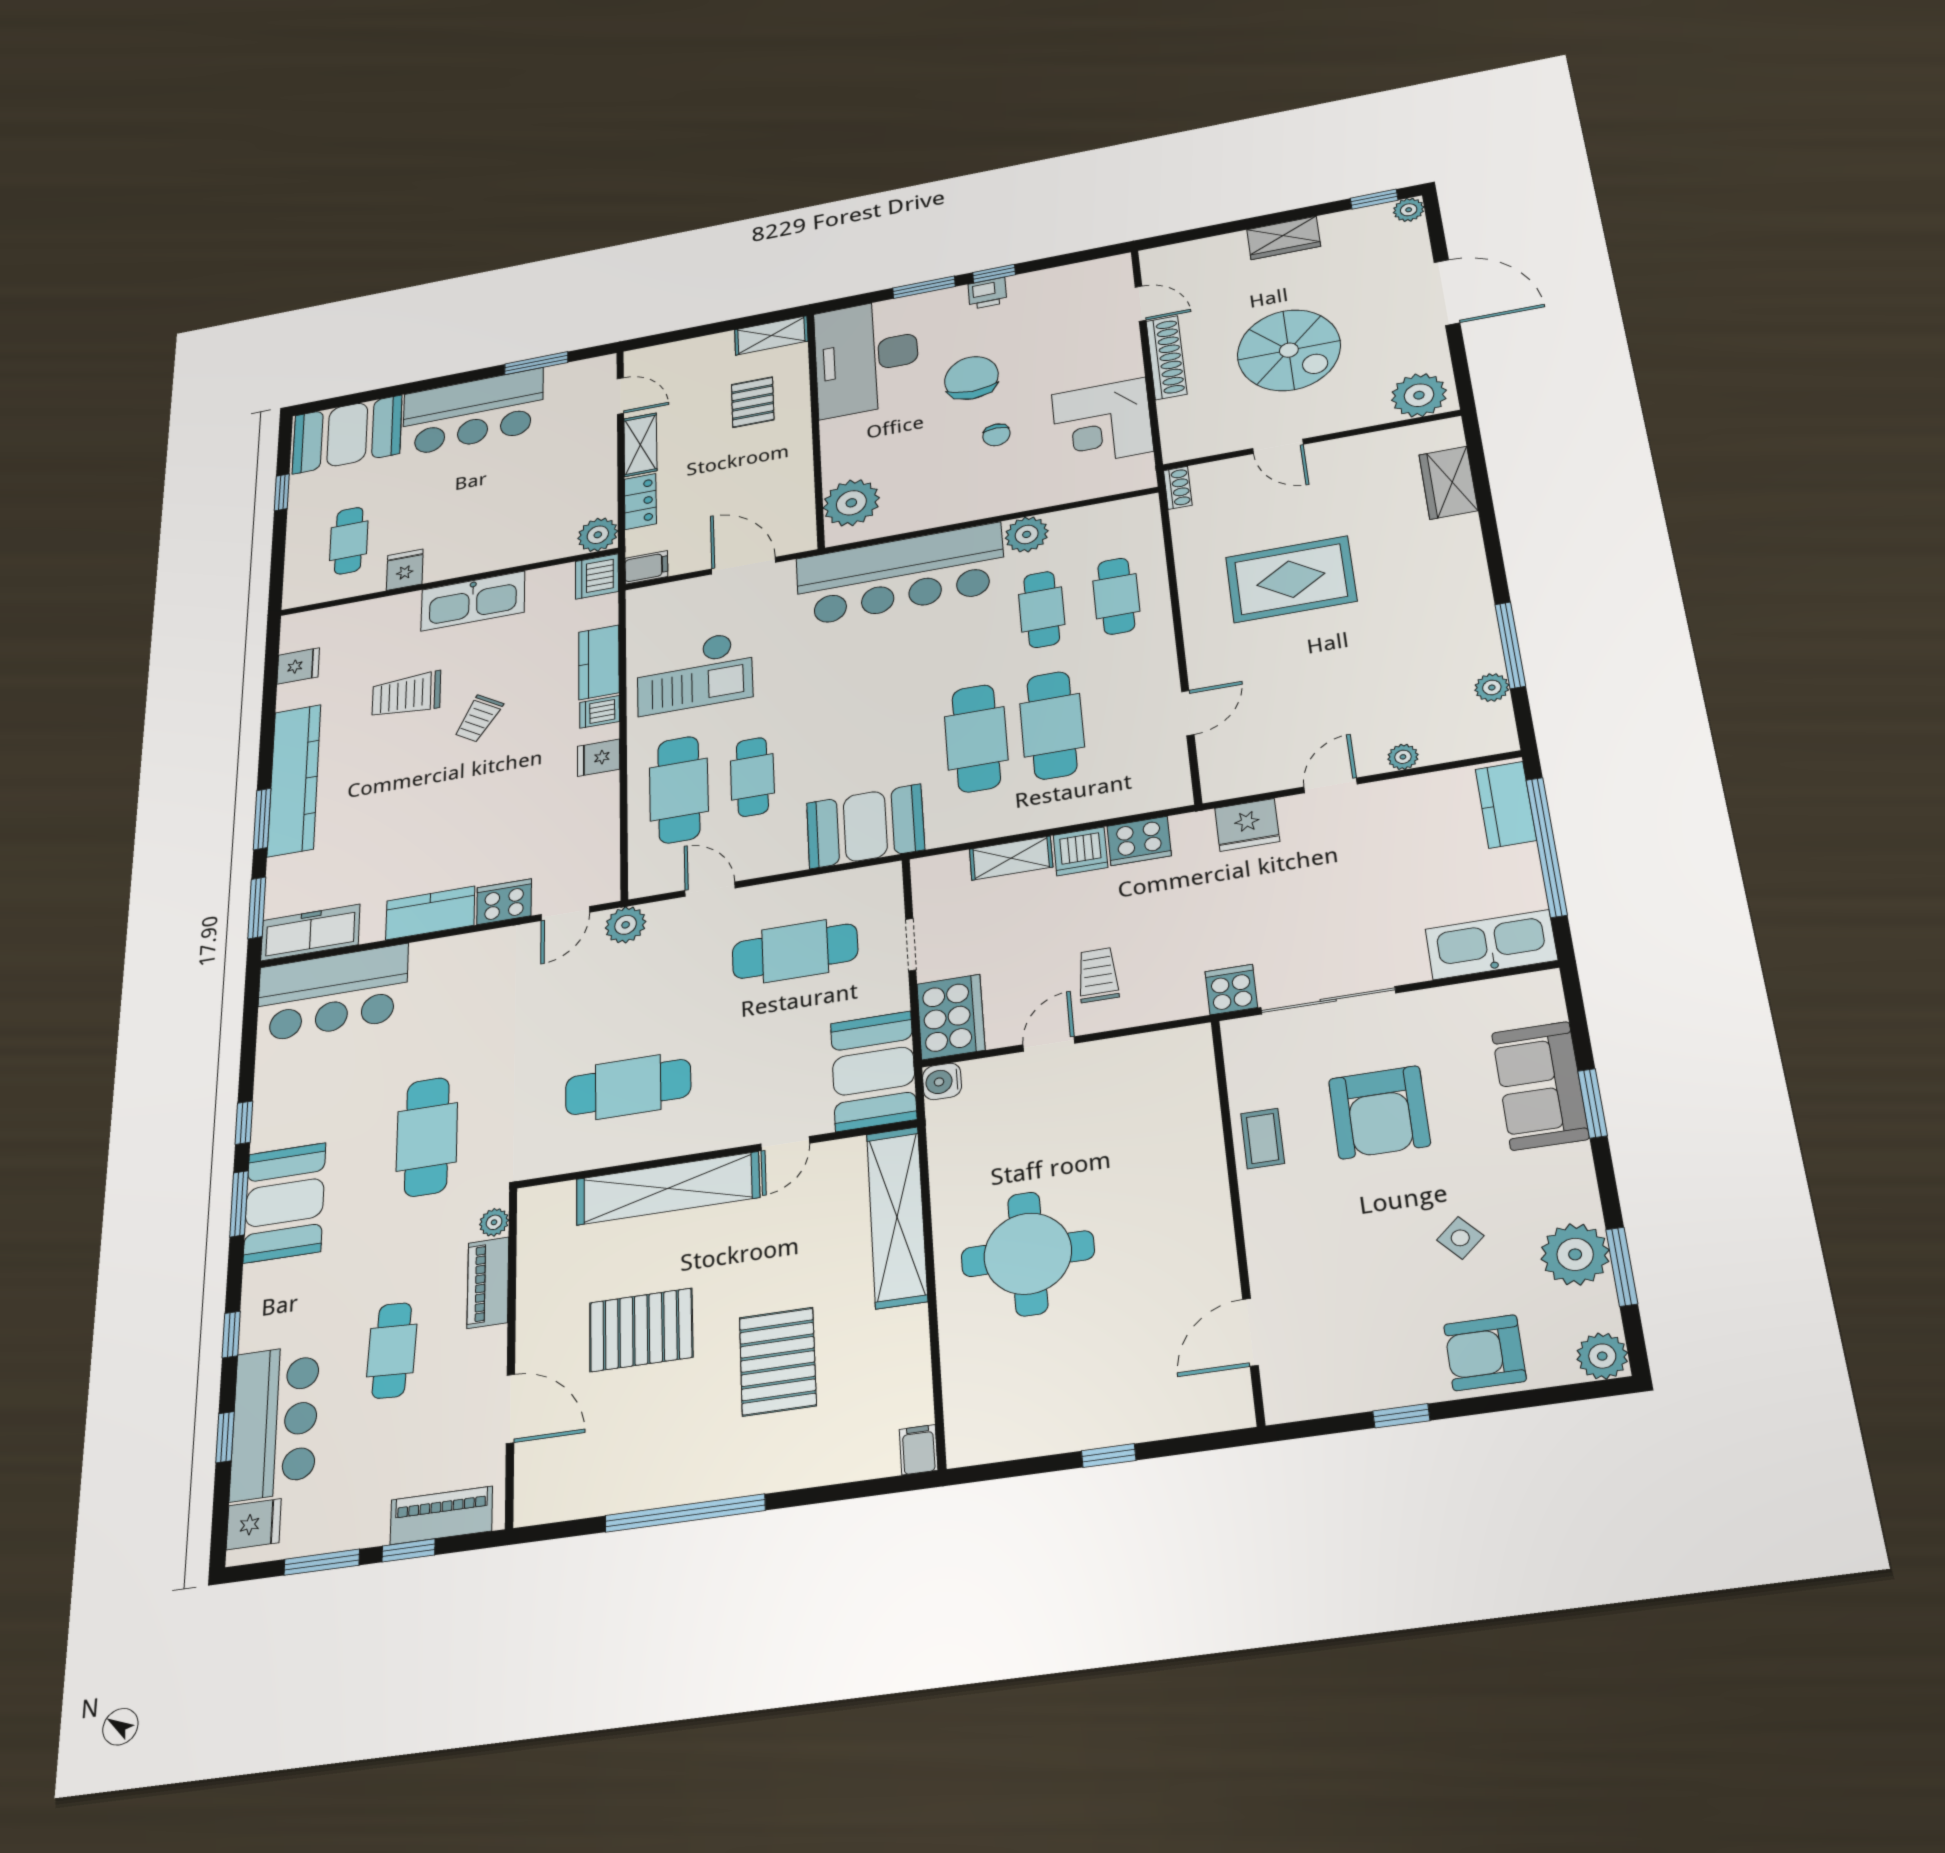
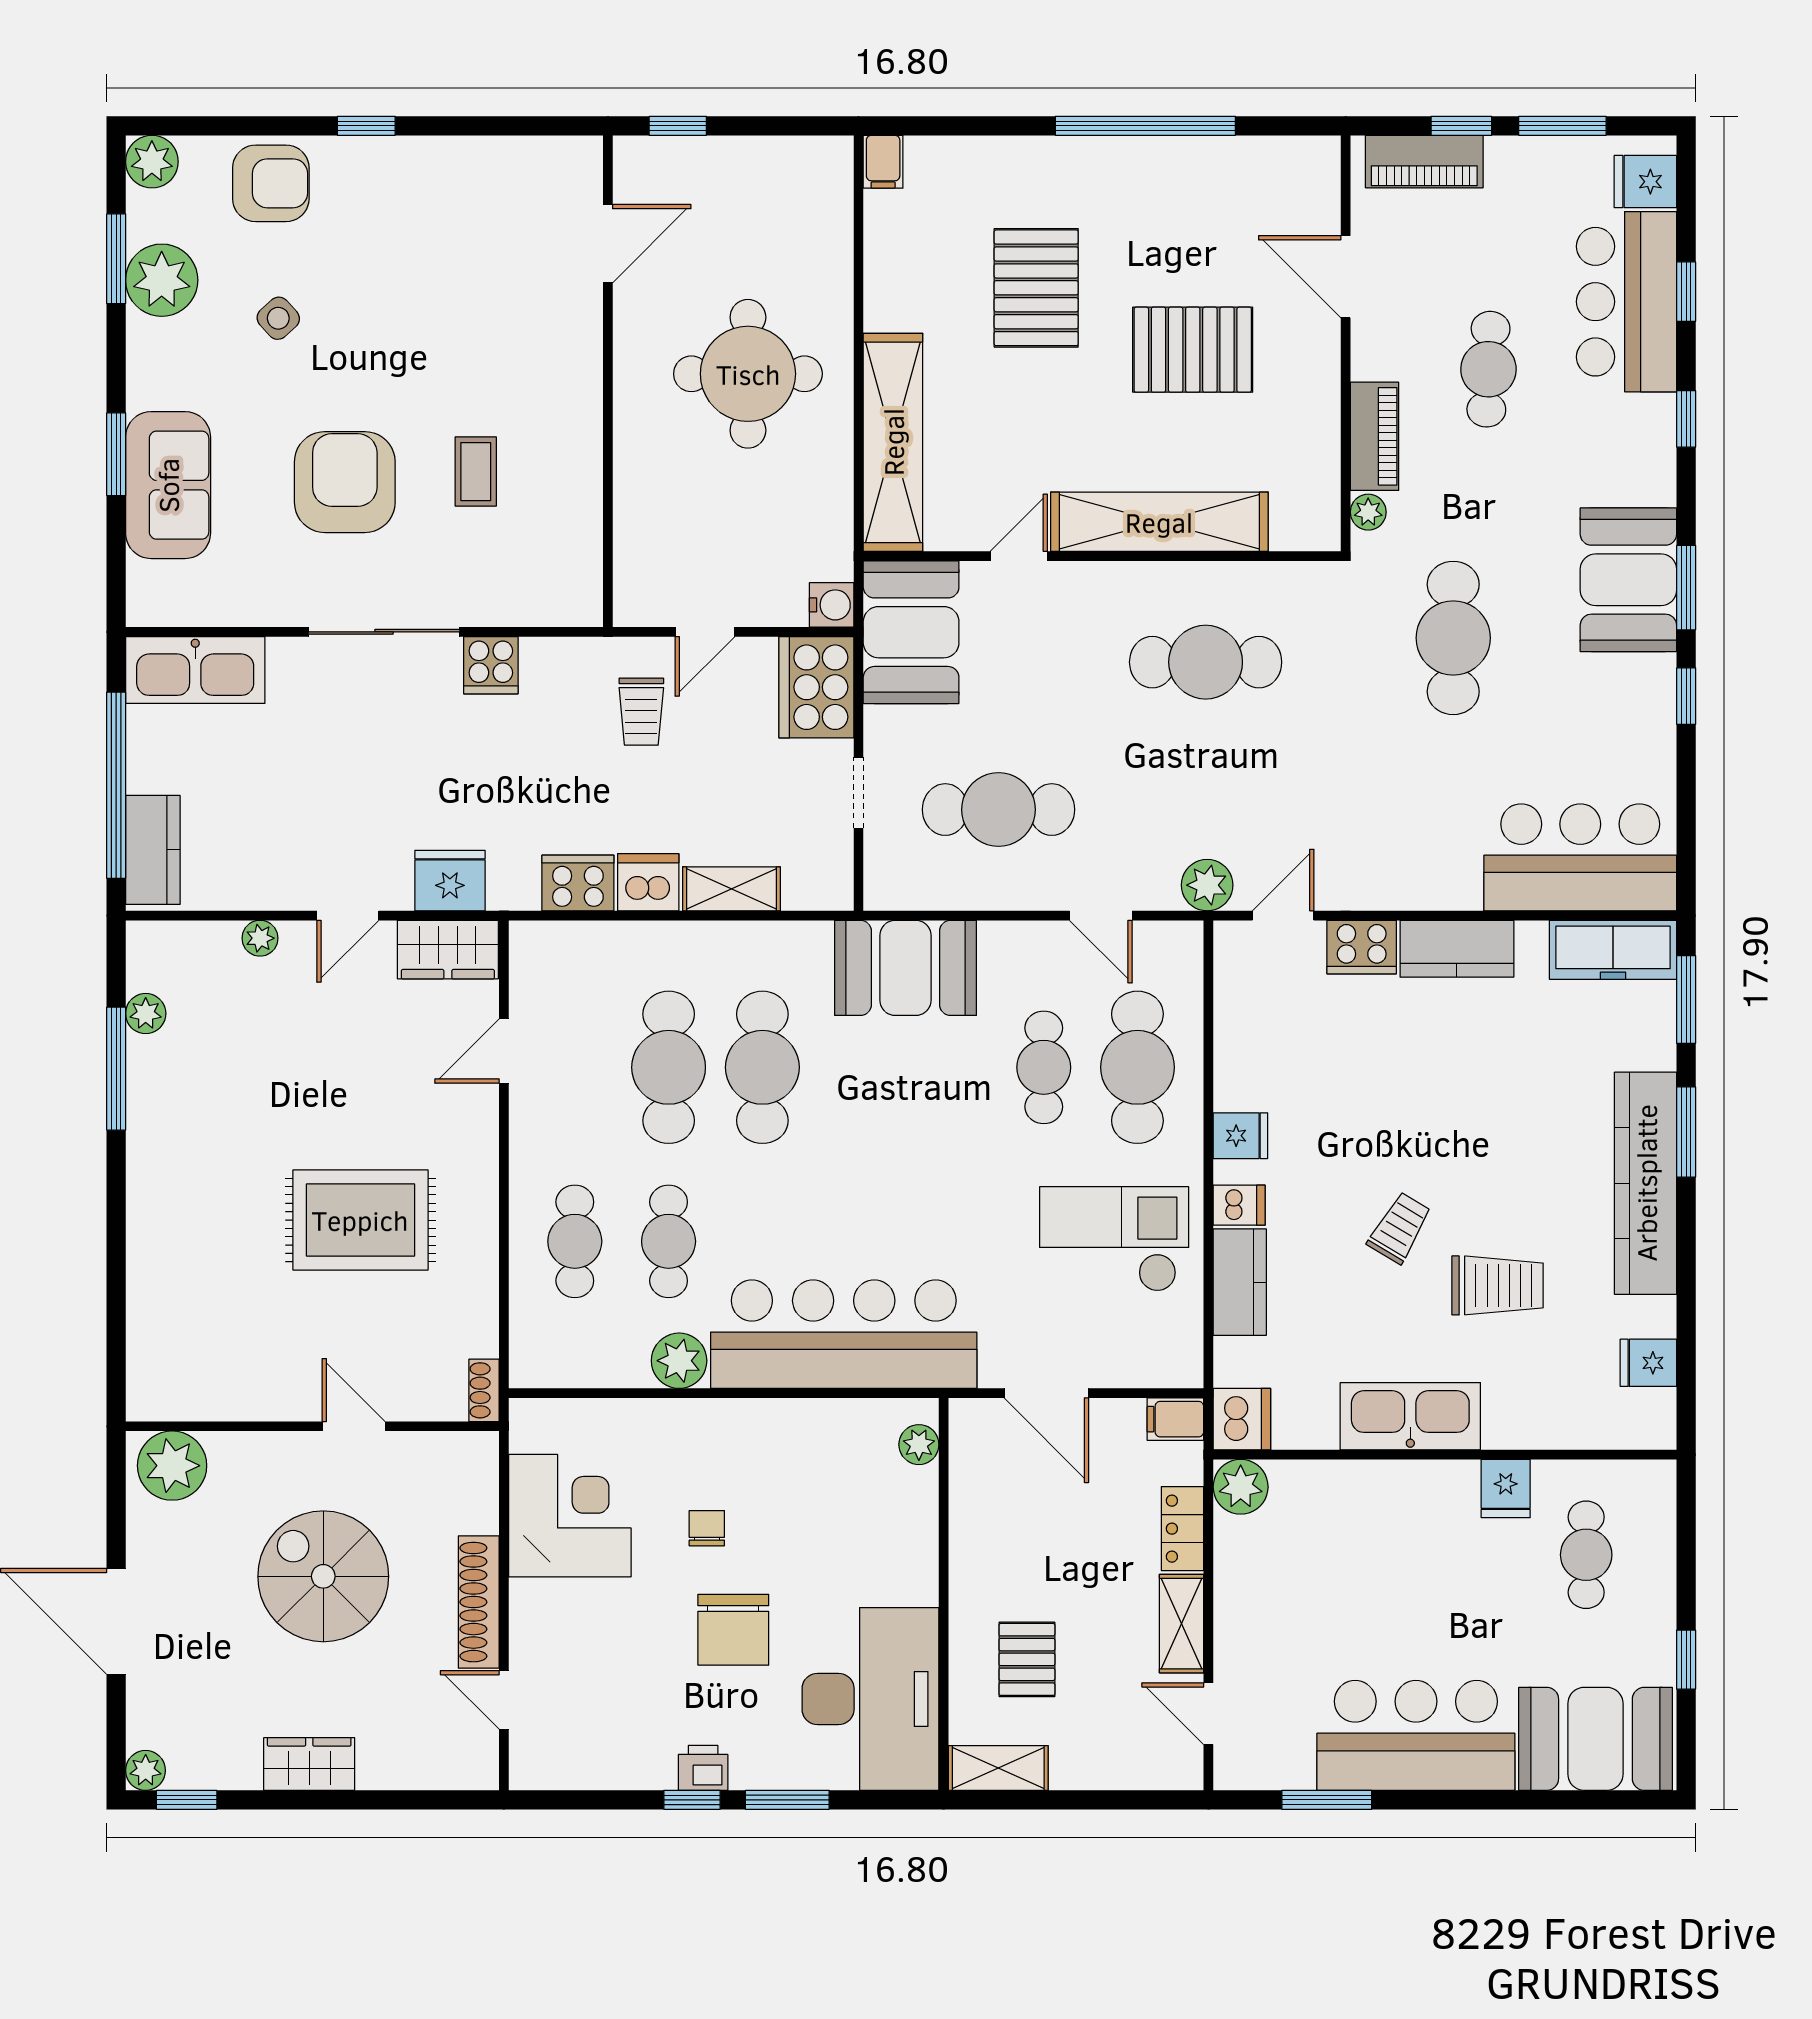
wardrobe: (1448, 483) -> (448, 950), moved, turned 90
plant: (851, 503) -> (919, 1445), width x0.53, depth x0.53
wall: (1237, 1217) -> (608, 381), moved
door: (1250, 1332) -> (608, 244), moved

